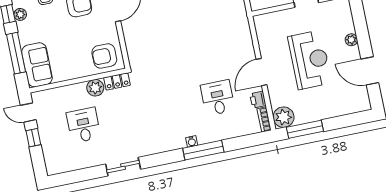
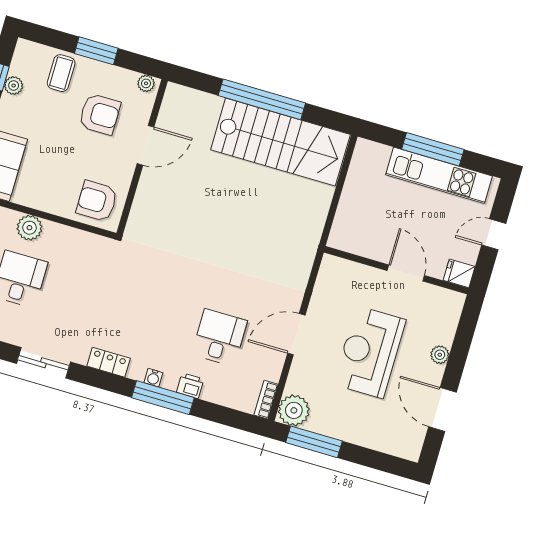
reception desk: (310, 60) -> (370, 352), turned 180
locker: (117, 81) -> (109, 362), moved, turned 180
plant: (95, 88) -> (29, 228), moved
printer: (258, 100) -> (190, 386), moved, turned 90

